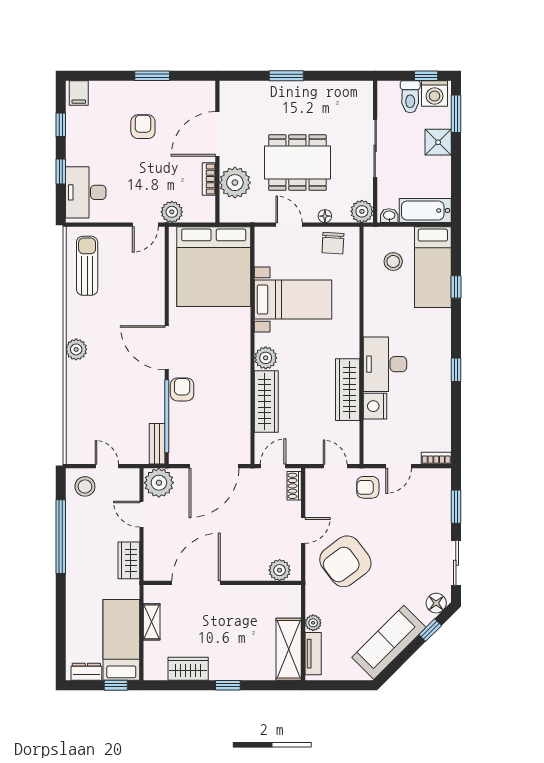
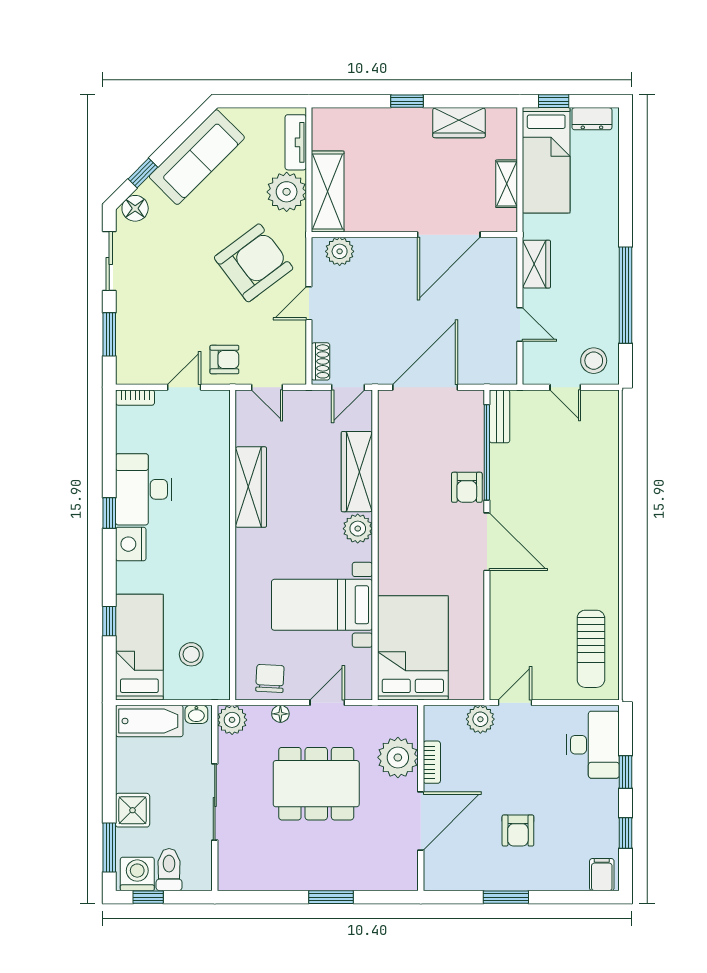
door: (289, 225) -> (327, 703), swing flipped
bed: (214, 267) -> (413, 648), width x0.73
plant: (76, 349) -> (605, 540), removed
desk: (385, 364) -> (144, 489), moved, turned 180
nightstand: (375, 406) -> (131, 544), moved, turned 180
plant: (159, 483) -> (497, 366), removed
plant: (313, 623) -> (287, 192), width x1.87, depth x1.87
shelving: (289, 649) -> (328, 191), moved

